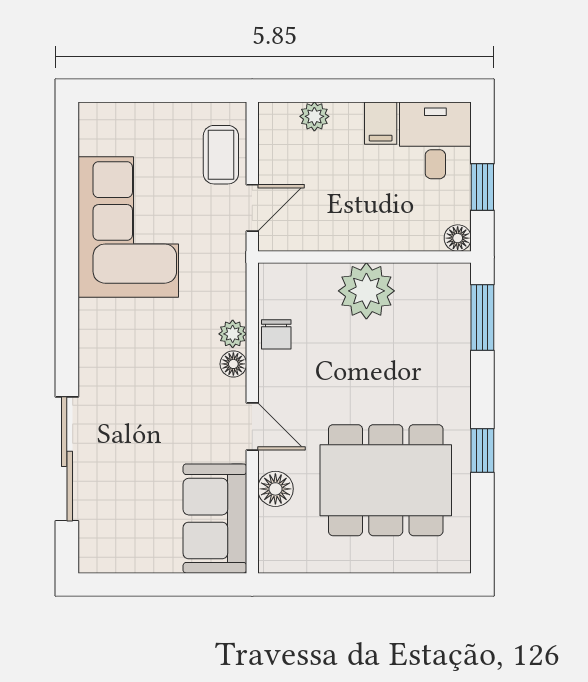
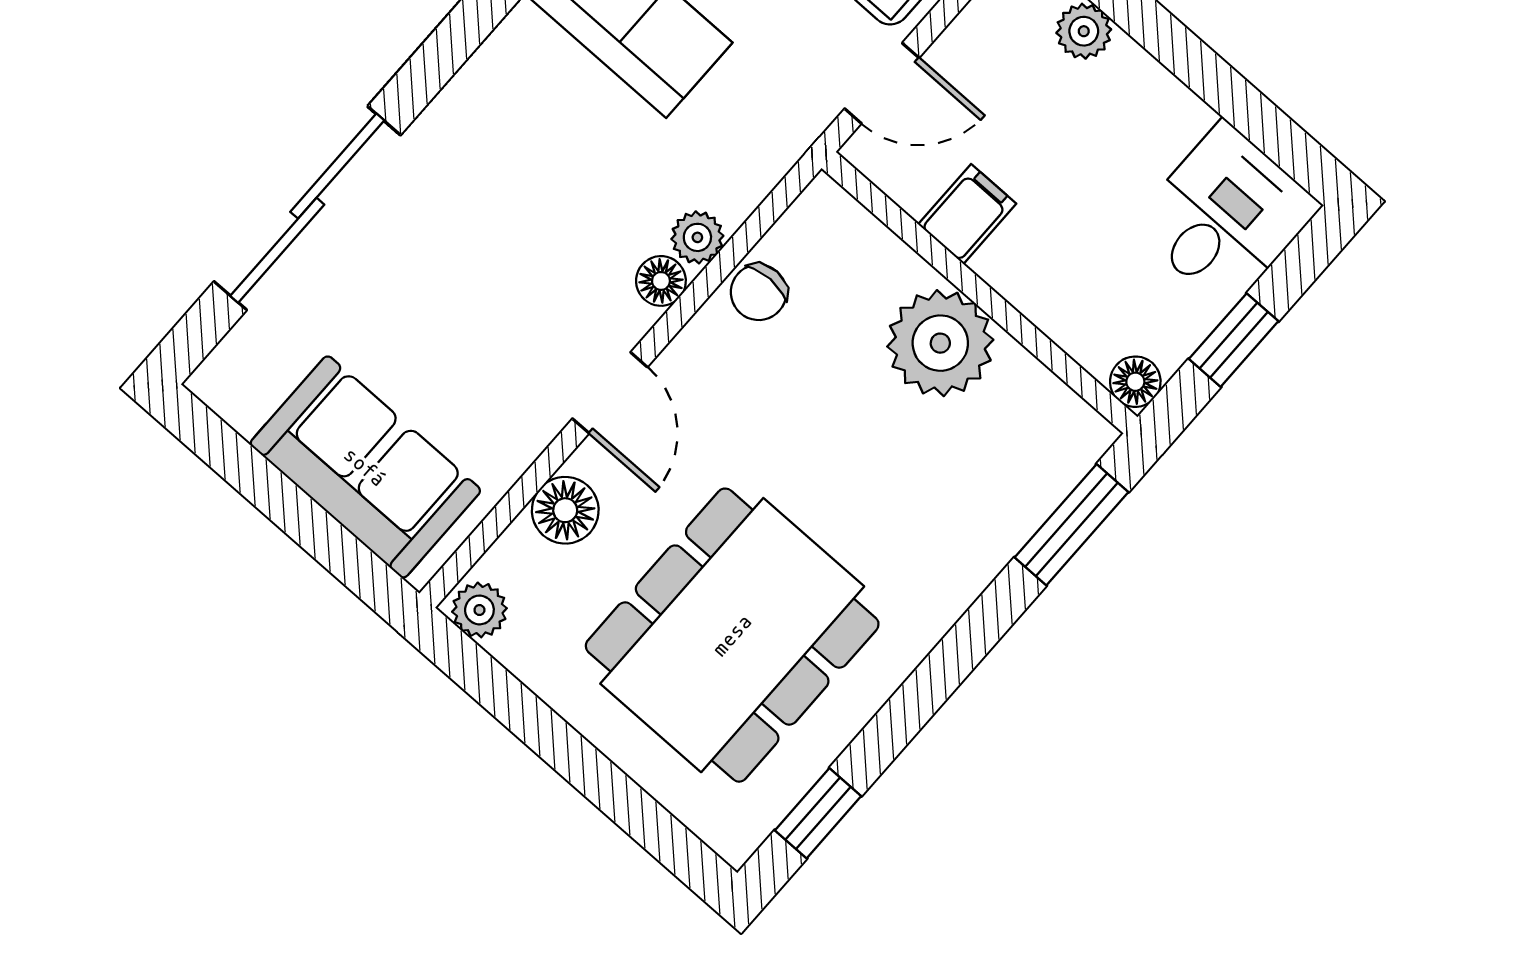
filing cabinet: (381, 123) -> (967, 214), moved, turned 180
window: (482, 450) -> (818, 813), moved
dining table: (386, 480) -> (732, 635), turned 90
sofa: (215, 519) -> (365, 467), moved, turned 90
plant: (276, 559) -> (479, 610), added

